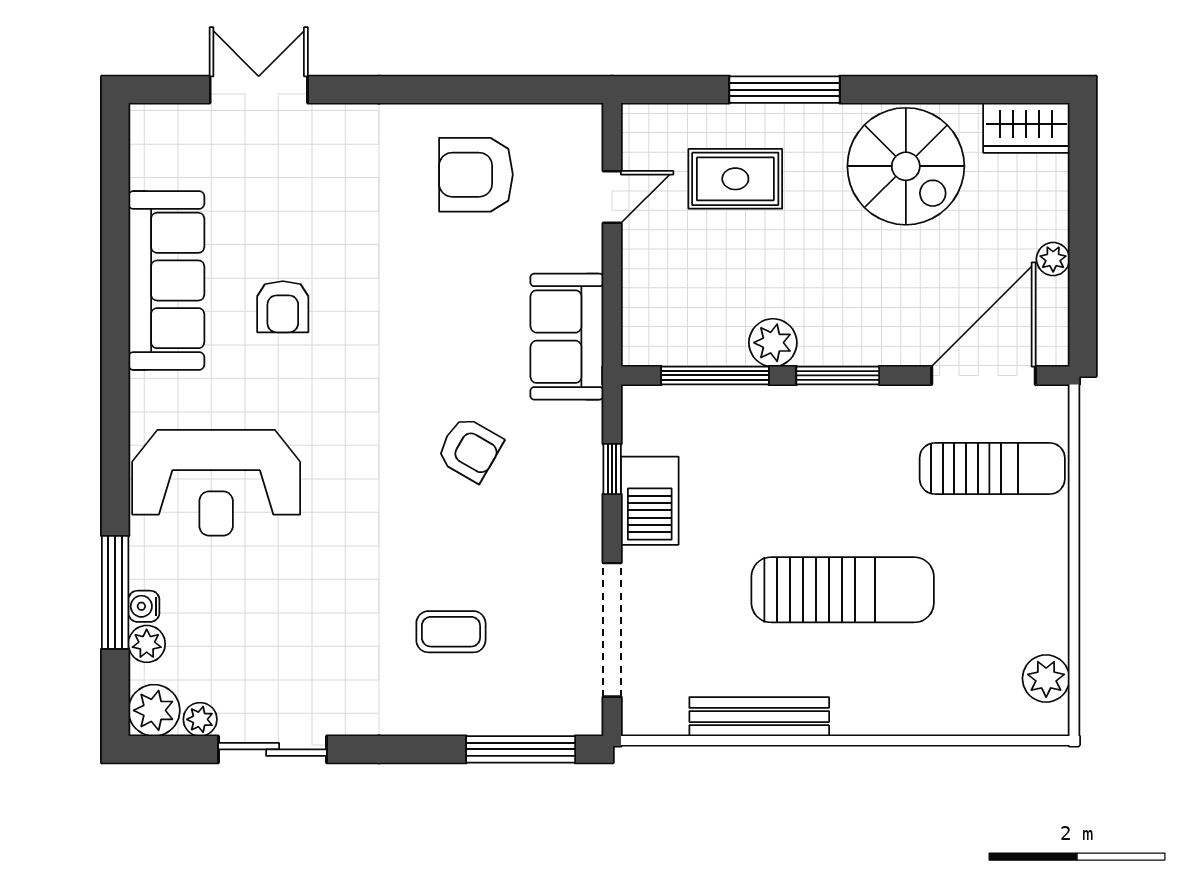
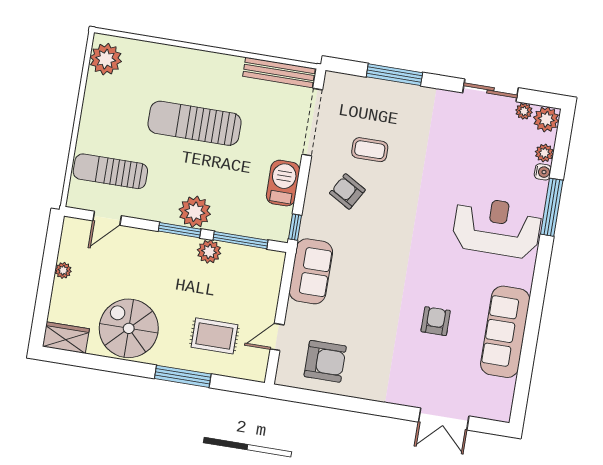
armchair: (476, 175) -> (325, 361), moved
armchair: (283, 307) -> (436, 321), moved
door: (984, 375) -> (107, 218), width x0.53
plant: (814, 416) -> (195, 212), added
armchair: (470, 449) -> (347, 191), moved
window: (612, 469) -> (295, 227), moved
window: (115, 592) -> (552, 207), moved
coffee table: (451, 632) -> (370, 150), moved
plant: (1046, 678) -> (106, 59), width x1.36, depth x1.36
bench: (759, 717) -> (279, 72), moved
window: (521, 749) -> (394, 75), moved

